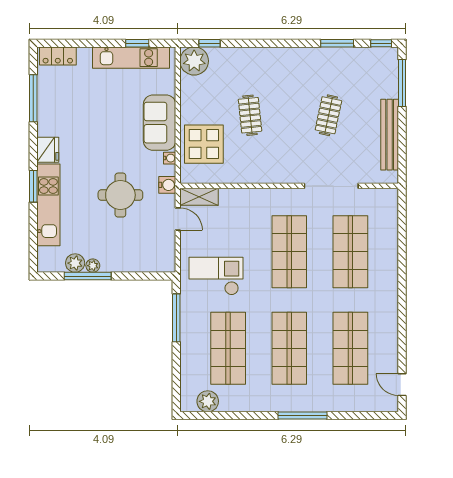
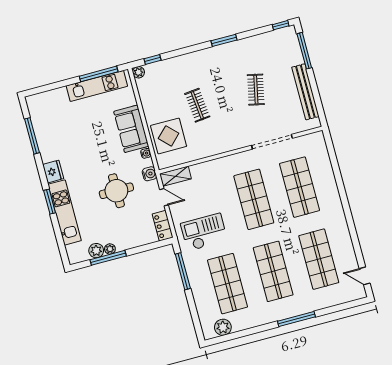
window: (137, 43) -> (99, 74), width x2.17
window: (337, 43) -> (224, 40), moved
locker: (58, 56) -> (163, 226), moved, turned 90
plant: (194, 61) -> (138, 72), width x0.53, depth x0.53

